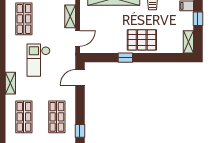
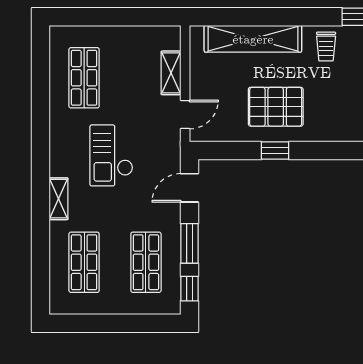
pallet: (142, 40) -> (276, 107), moved
window: (80, 107) -> (189, 243), added

